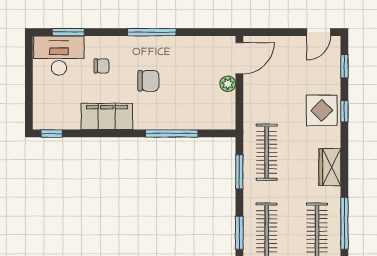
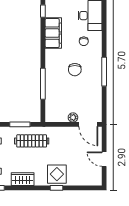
window: (68, 32) -> (104, 21), removed
door: (319, 32) -> (104, 159), moved
window: (344, 66) -> (84, 188), removed
filing cabinet: (107, 116) -> (53, 33), moved

